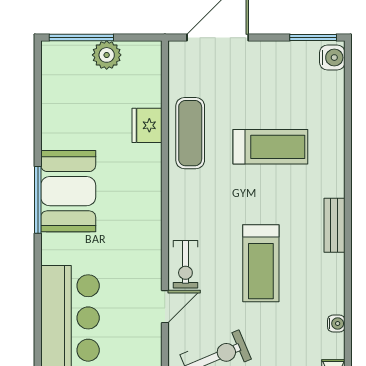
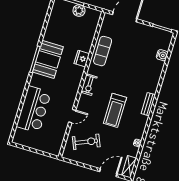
water cooler: (332, 58) -> (162, 55), moved
fridge: (147, 125) -> (82, 59), moved
treadmill: (270, 147) -> (132, 66), removed
exercise bike: (185, 264) -> (90, 85), moved

